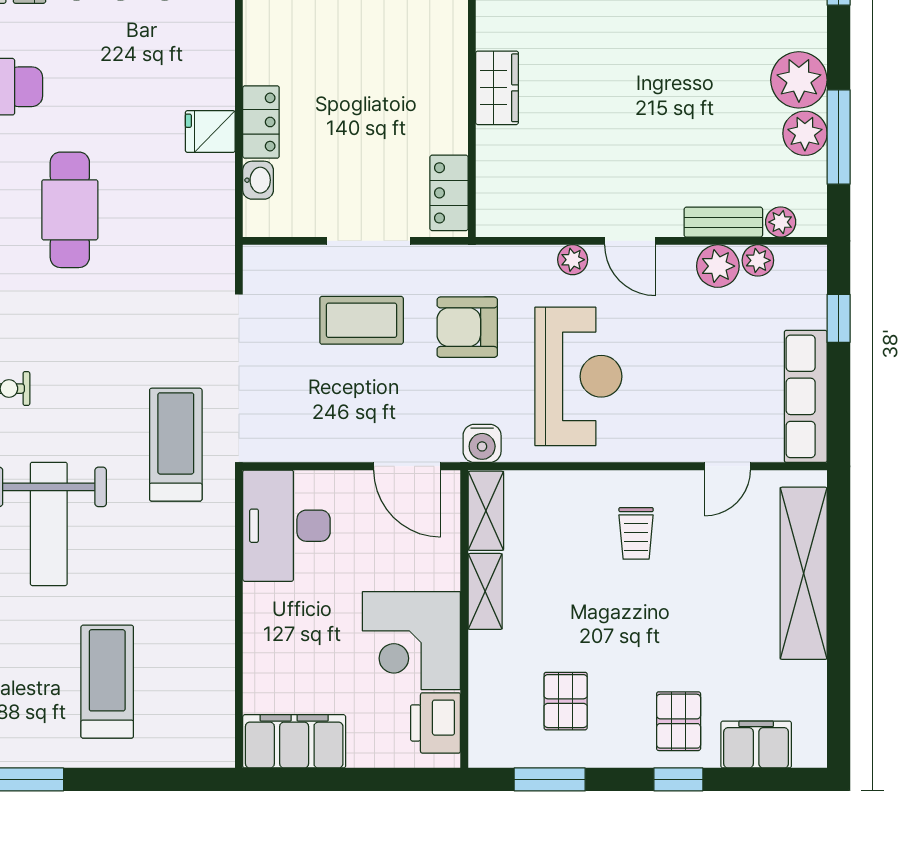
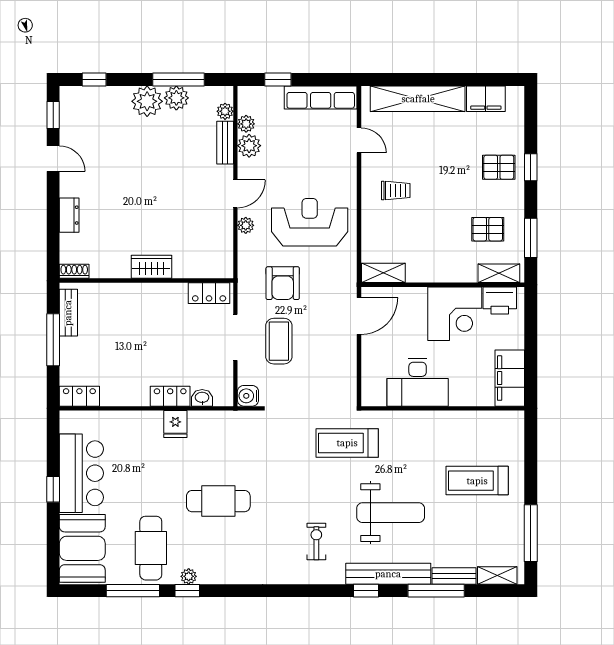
water cooler: (482, 443) -> (248, 396), moved, turned 180
desk: (286, 526) -> (418, 382), moved
shelving: (485, 591) -> (499, 273), moved
filing cabinet: (756, 745) -> (486, 99), moved, turned -90

